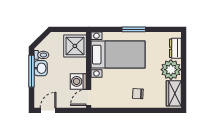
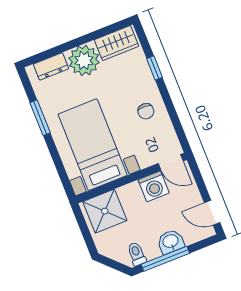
window: (134, 29) -> (40, 118), moved
washbasin: (41, 68) -> (171, 242), moved
chair: (138, 94) -> (146, 111), moved
window: (149, 110) -> (154, 68), added

